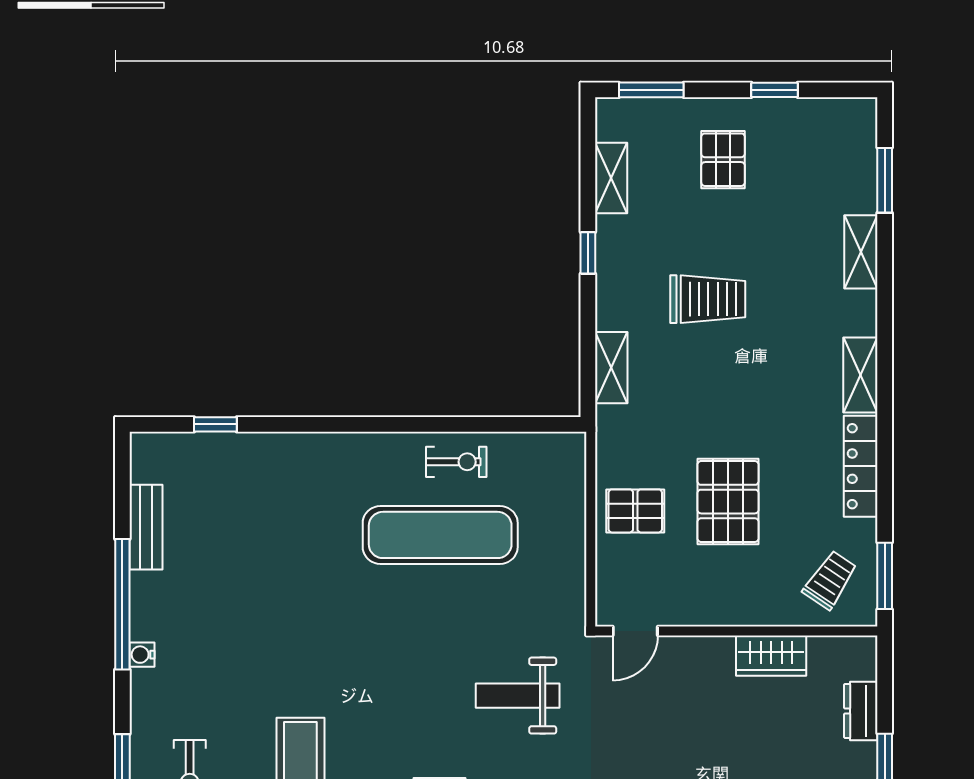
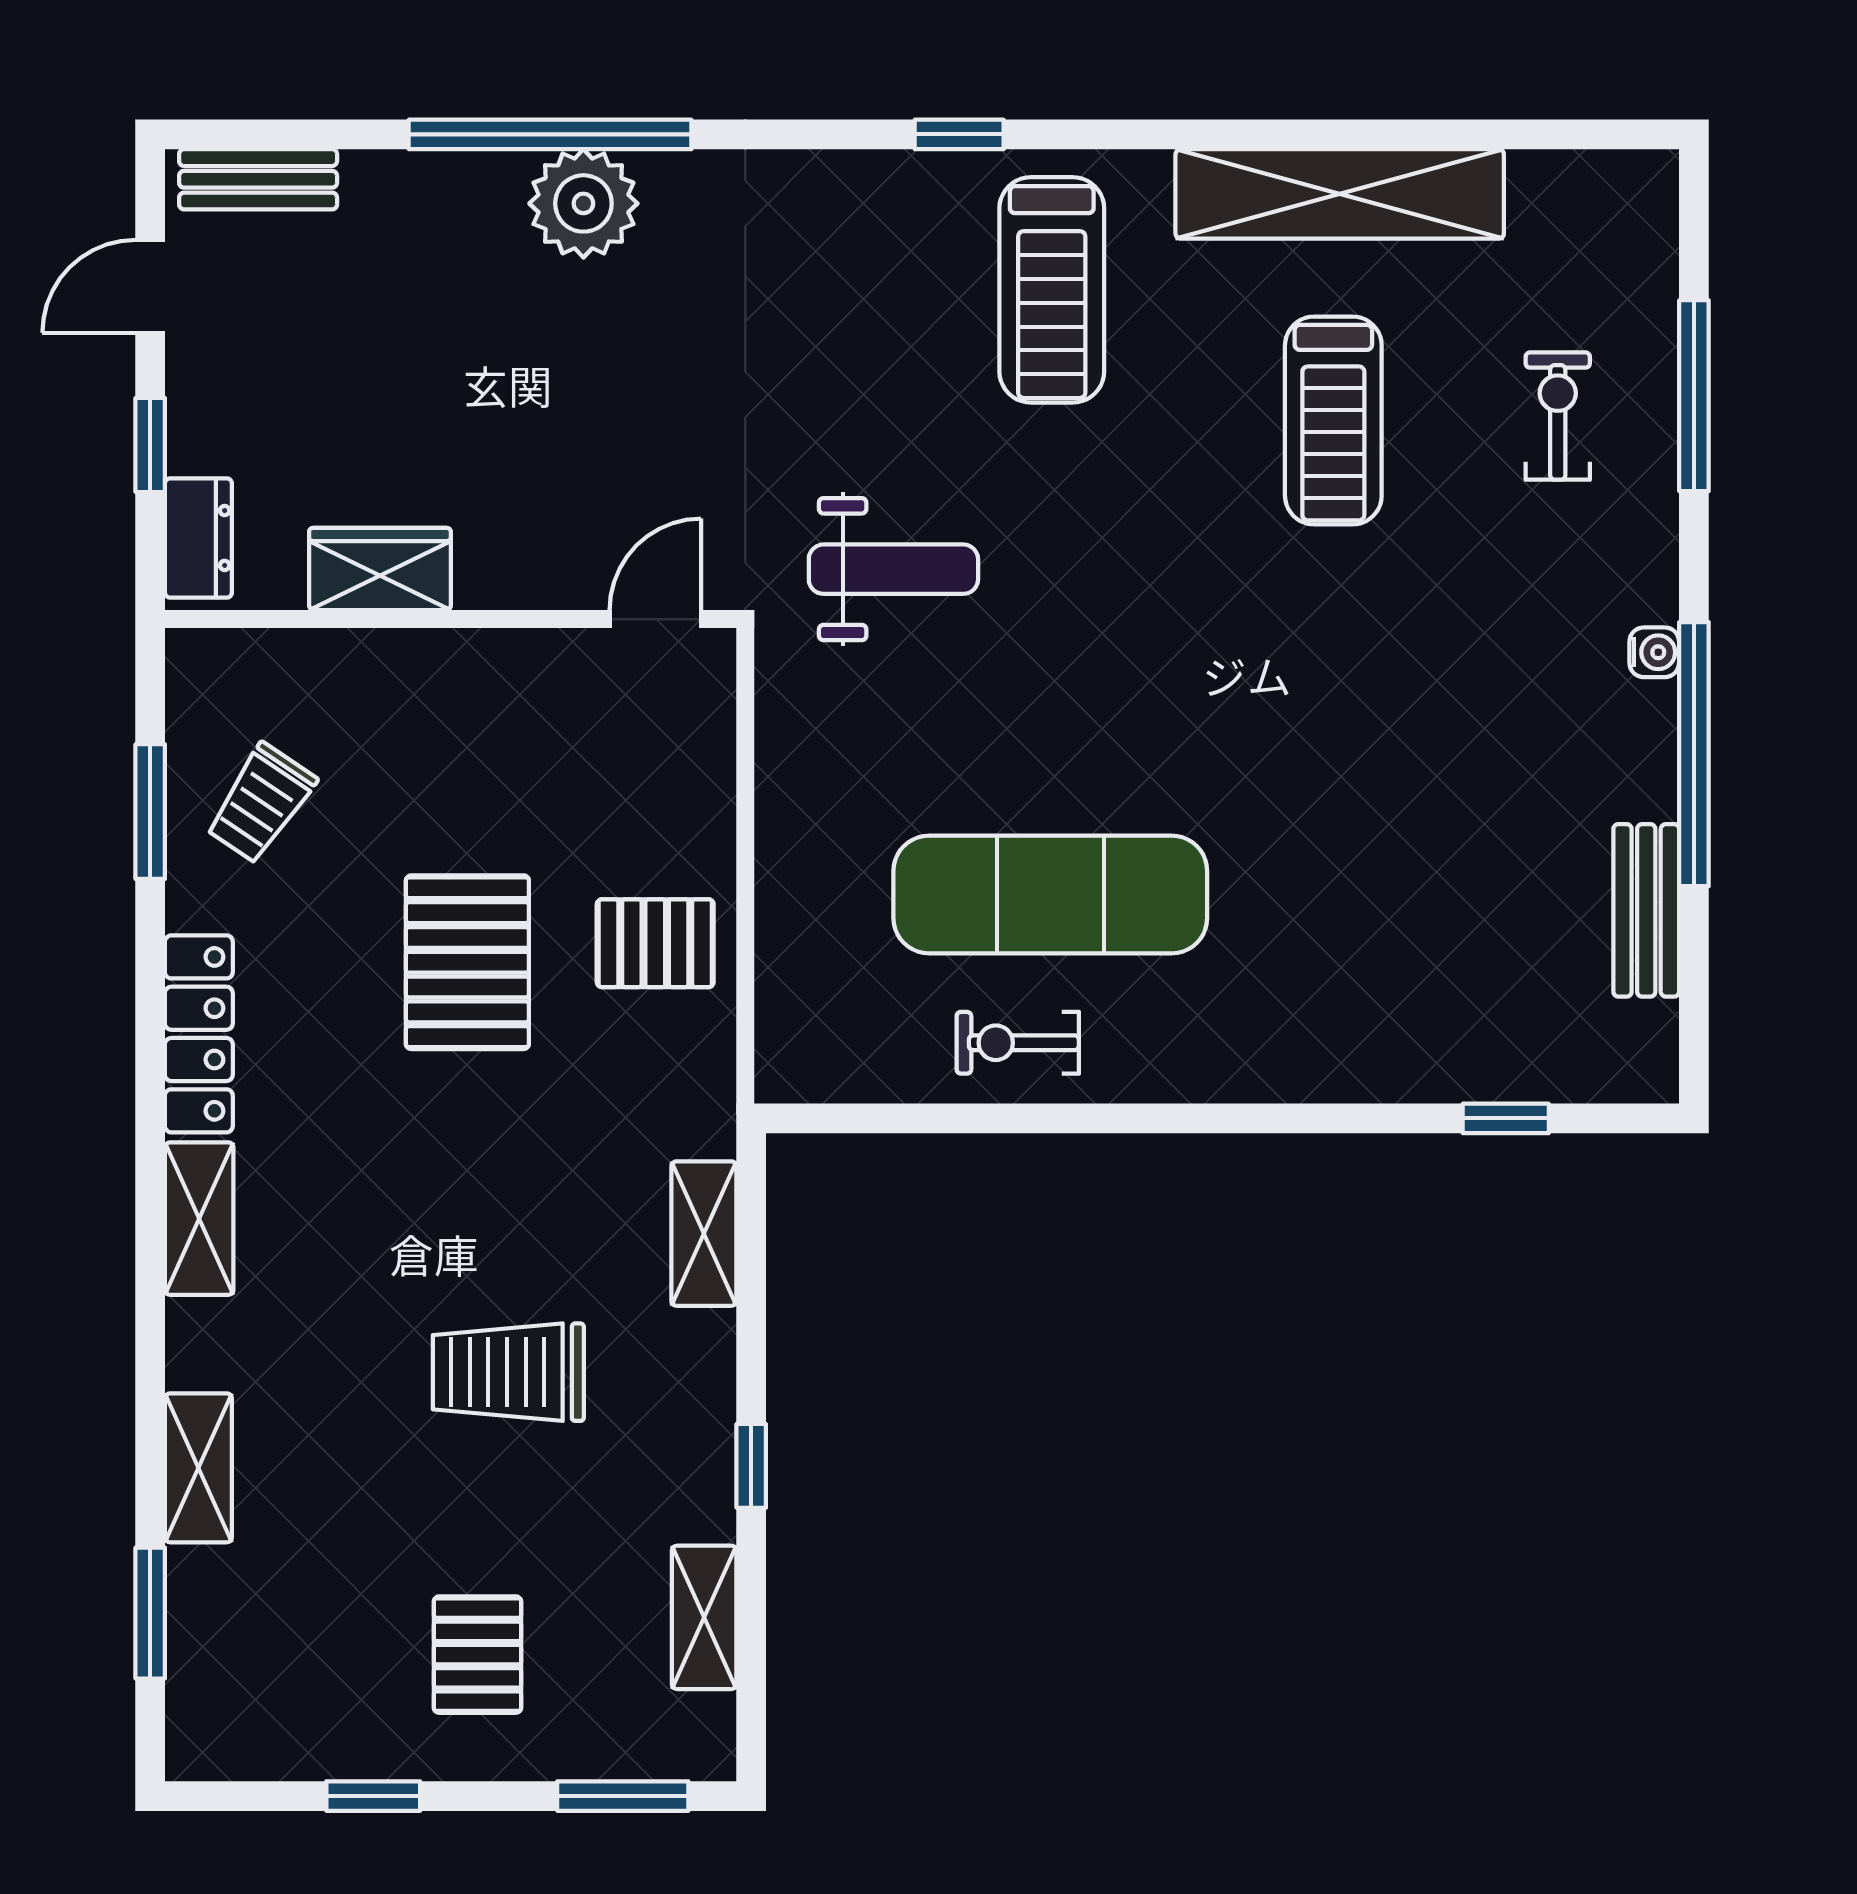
door: (635, 631) -> (655, 619), moved
wall: (736, 631) -> (451, 619), moved
wardrobe: (771, 656) -> (380, 569), moved

